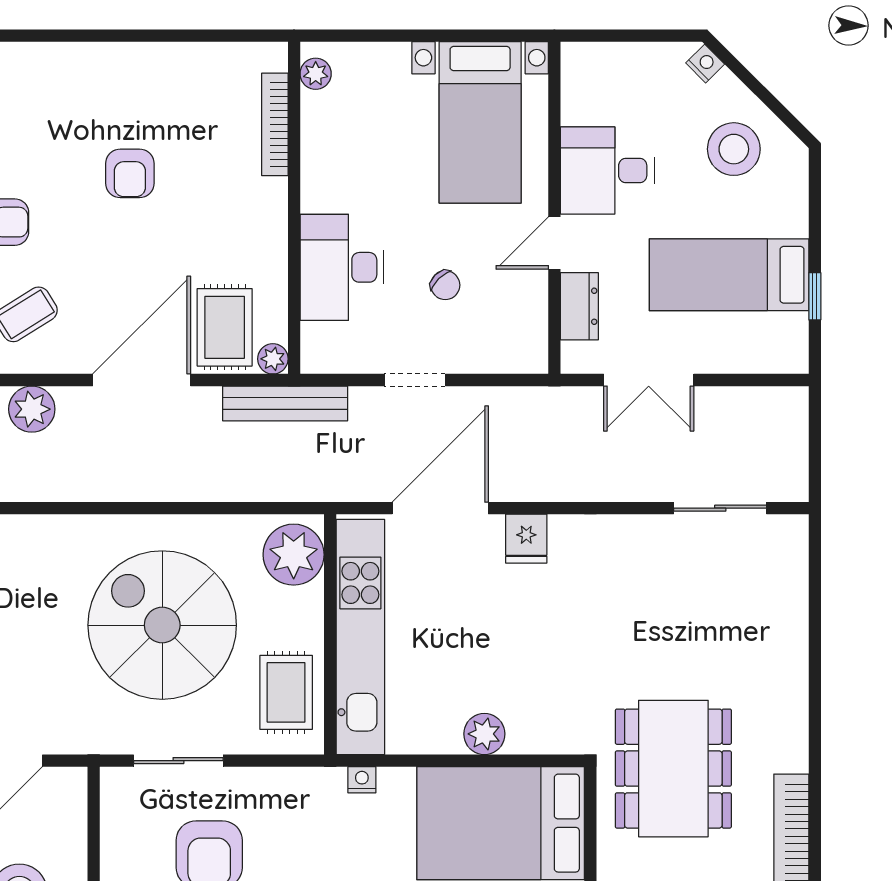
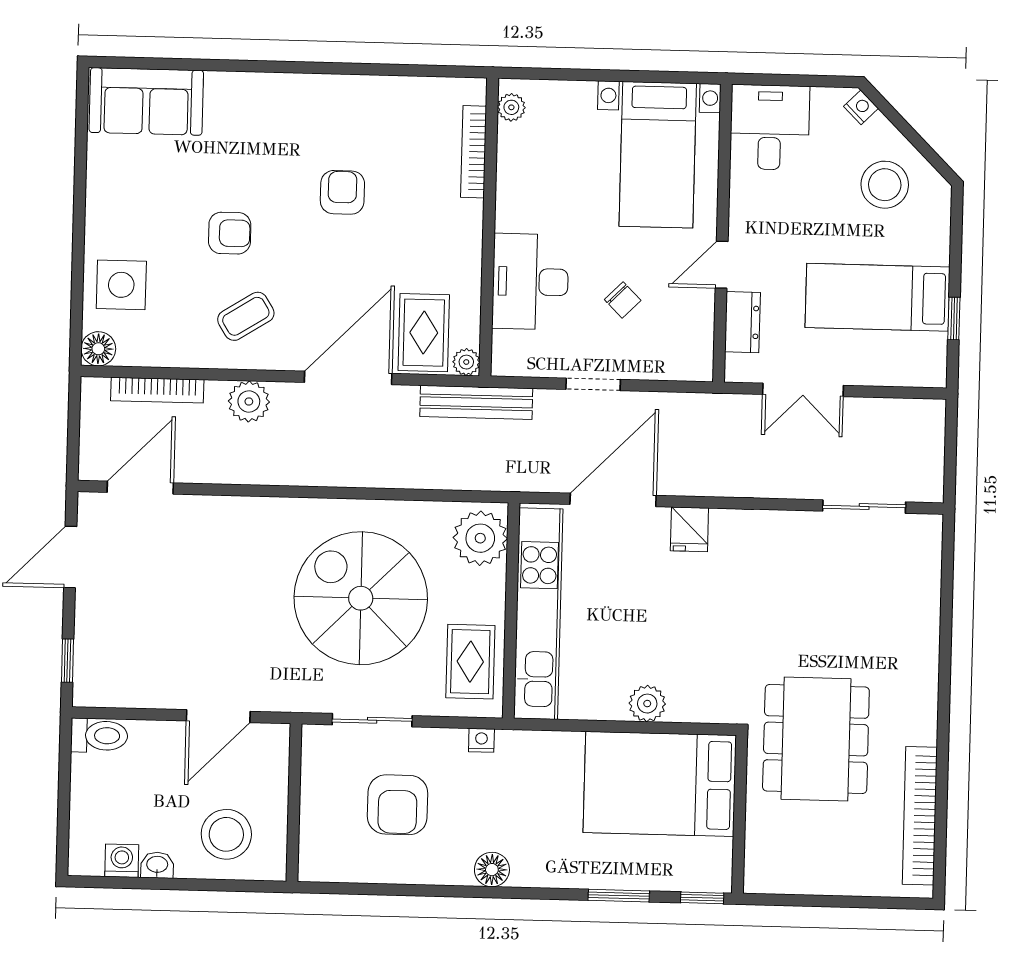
desk: (607, 171) -> (770, 127), moved, turned 90
armchair: (130, 173) -> (342, 192), turned 180
nightstand: (362, 780) -> (481, 740), moved

